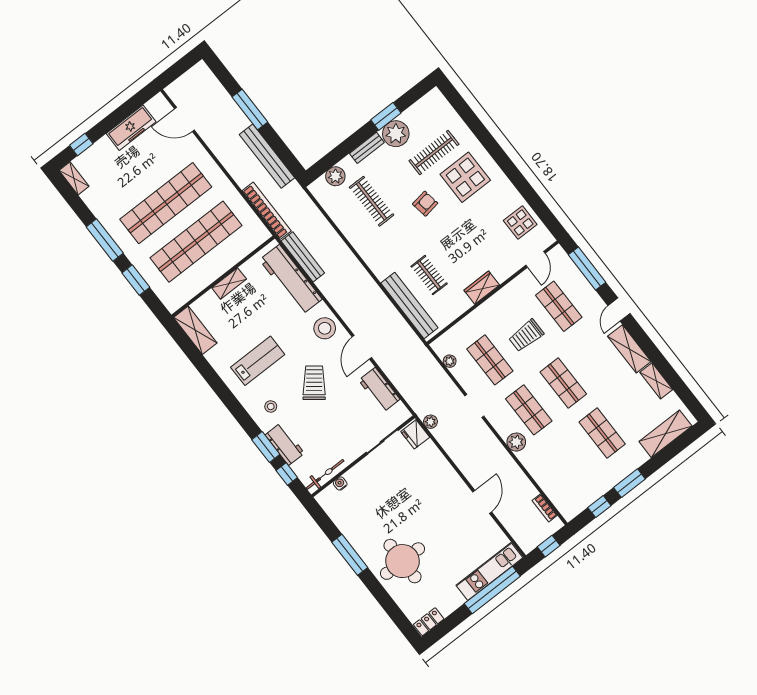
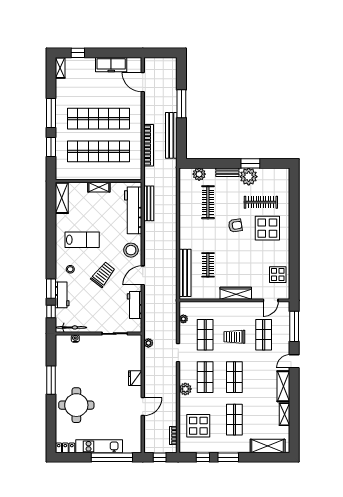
bookcase: (267, 211) -> (149, 145), moved
wardrobe: (482, 288) -> (236, 293), width x1.50
fridge: (415, 434) -> (135, 378), moved
display table: (565, 473) -> (198, 426), added
kitchen unit: (489, 571) -> (99, 446), moved

